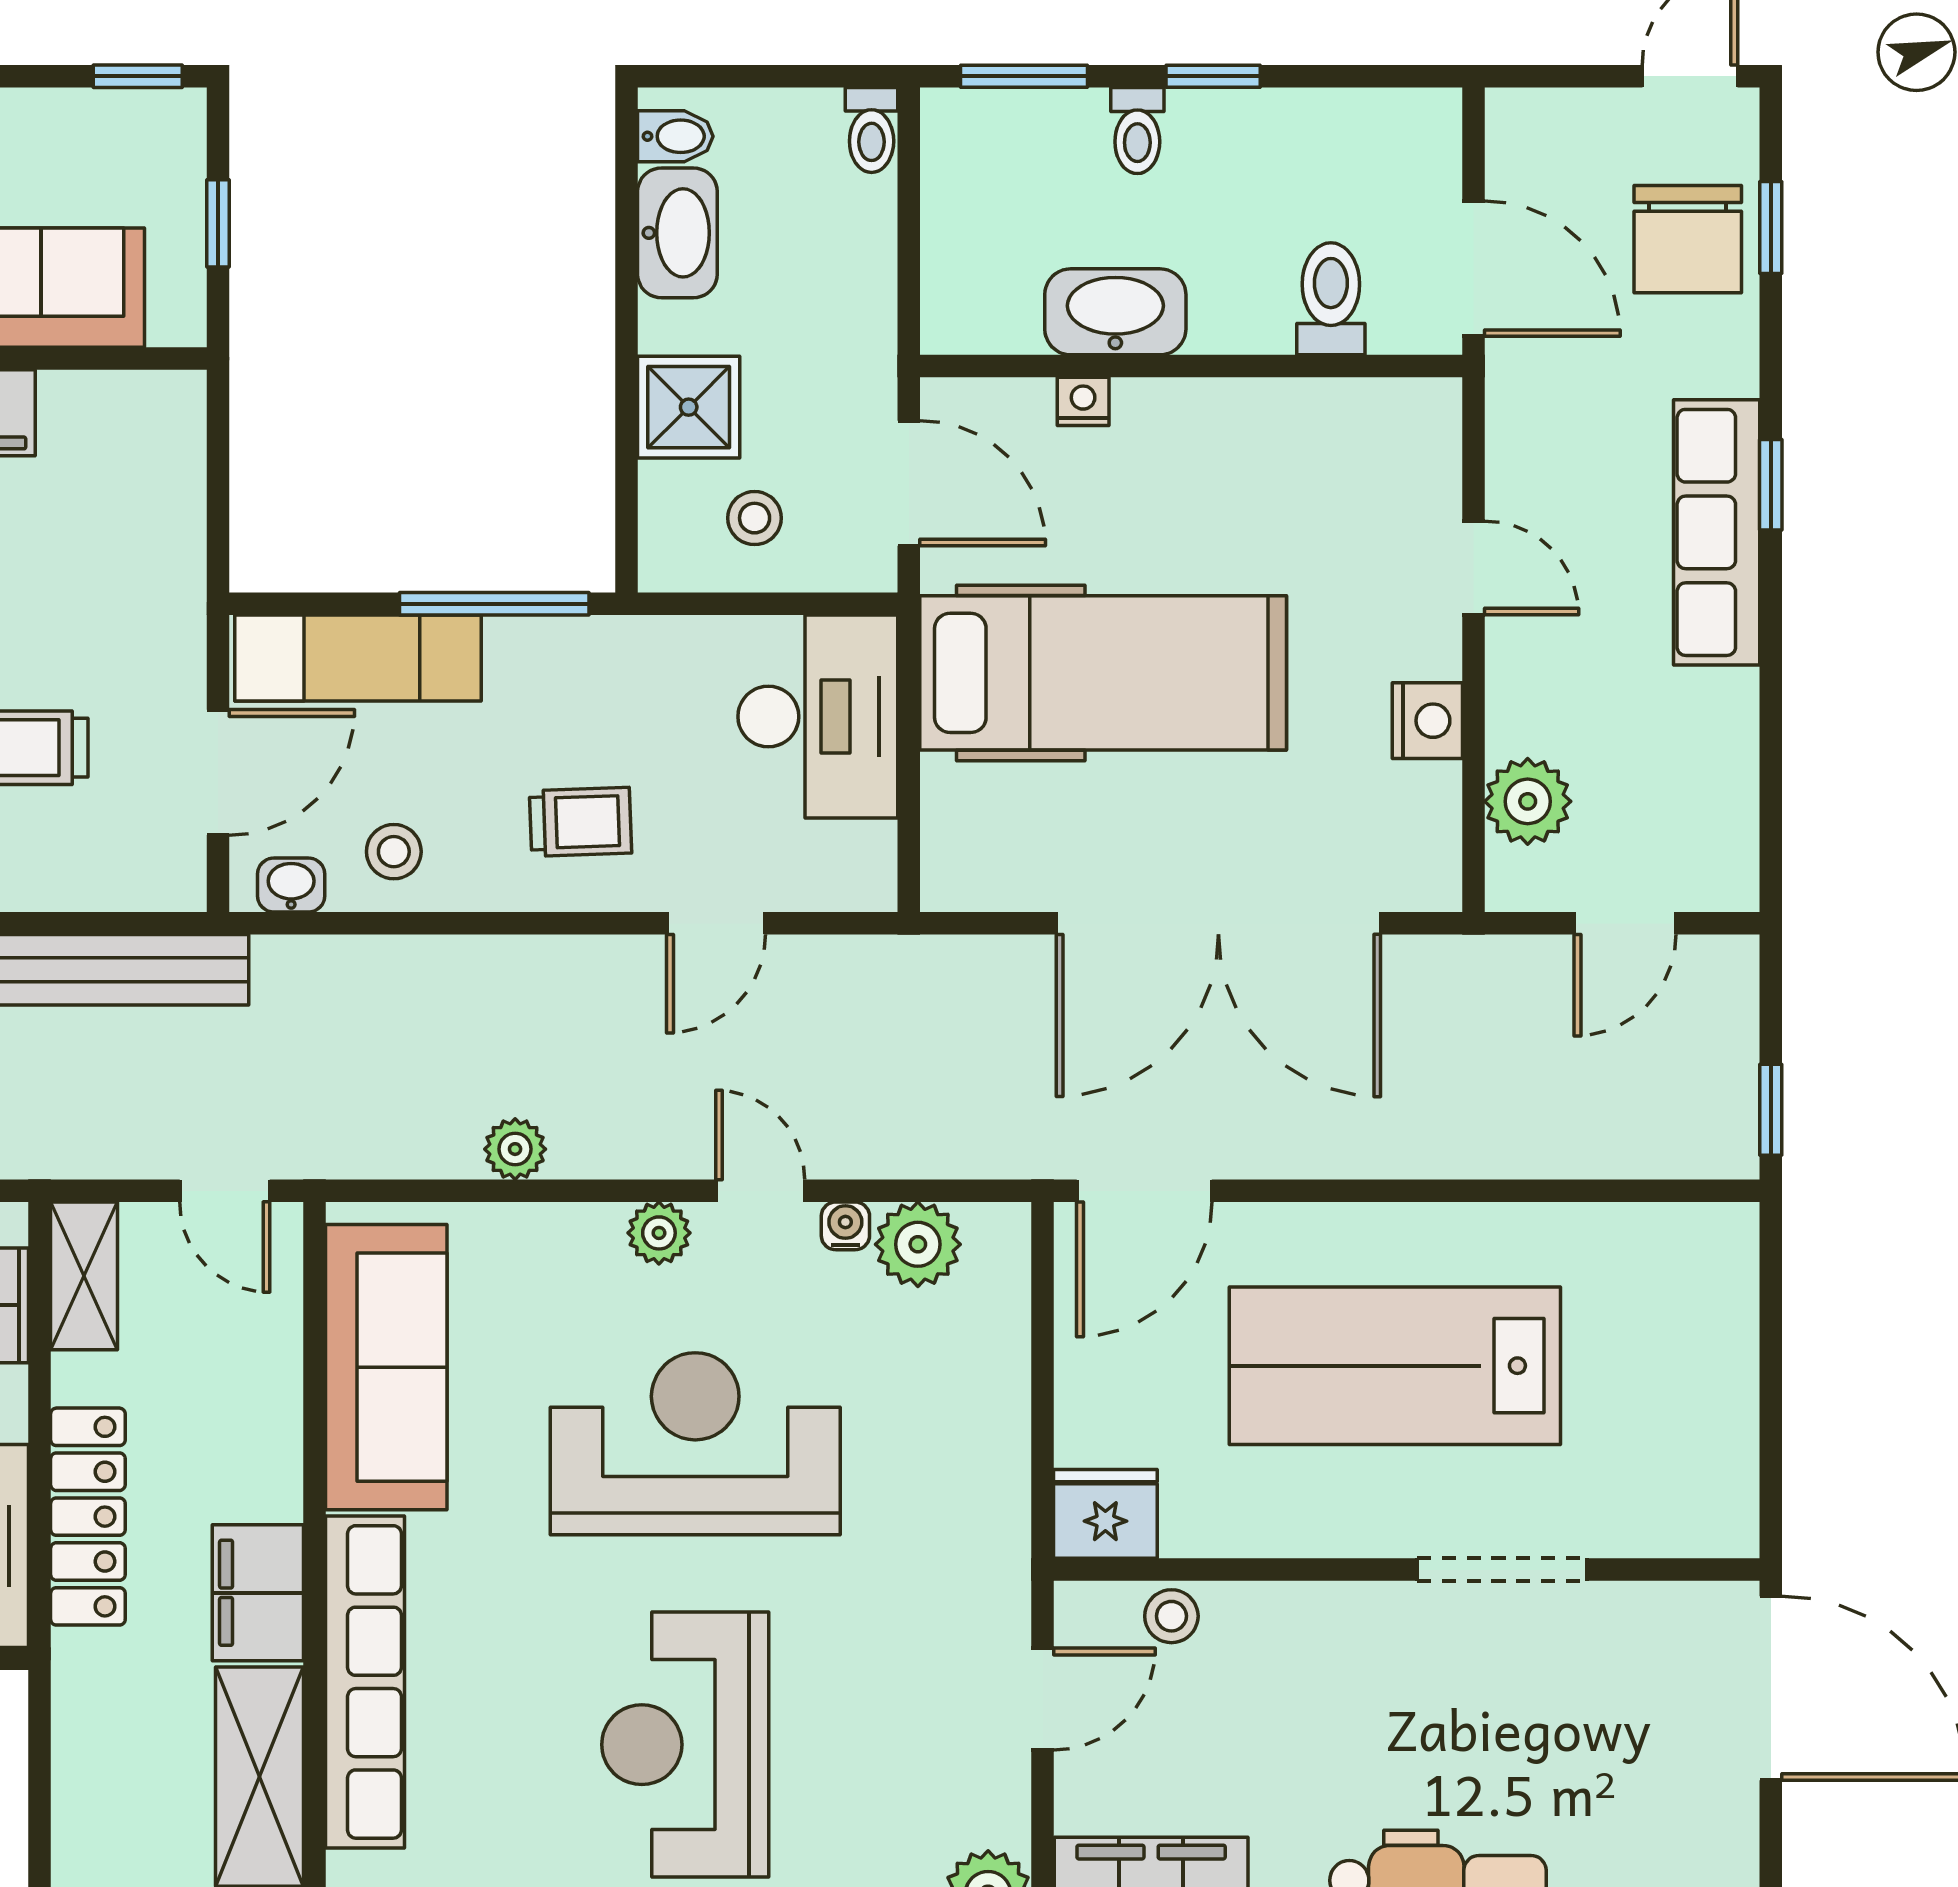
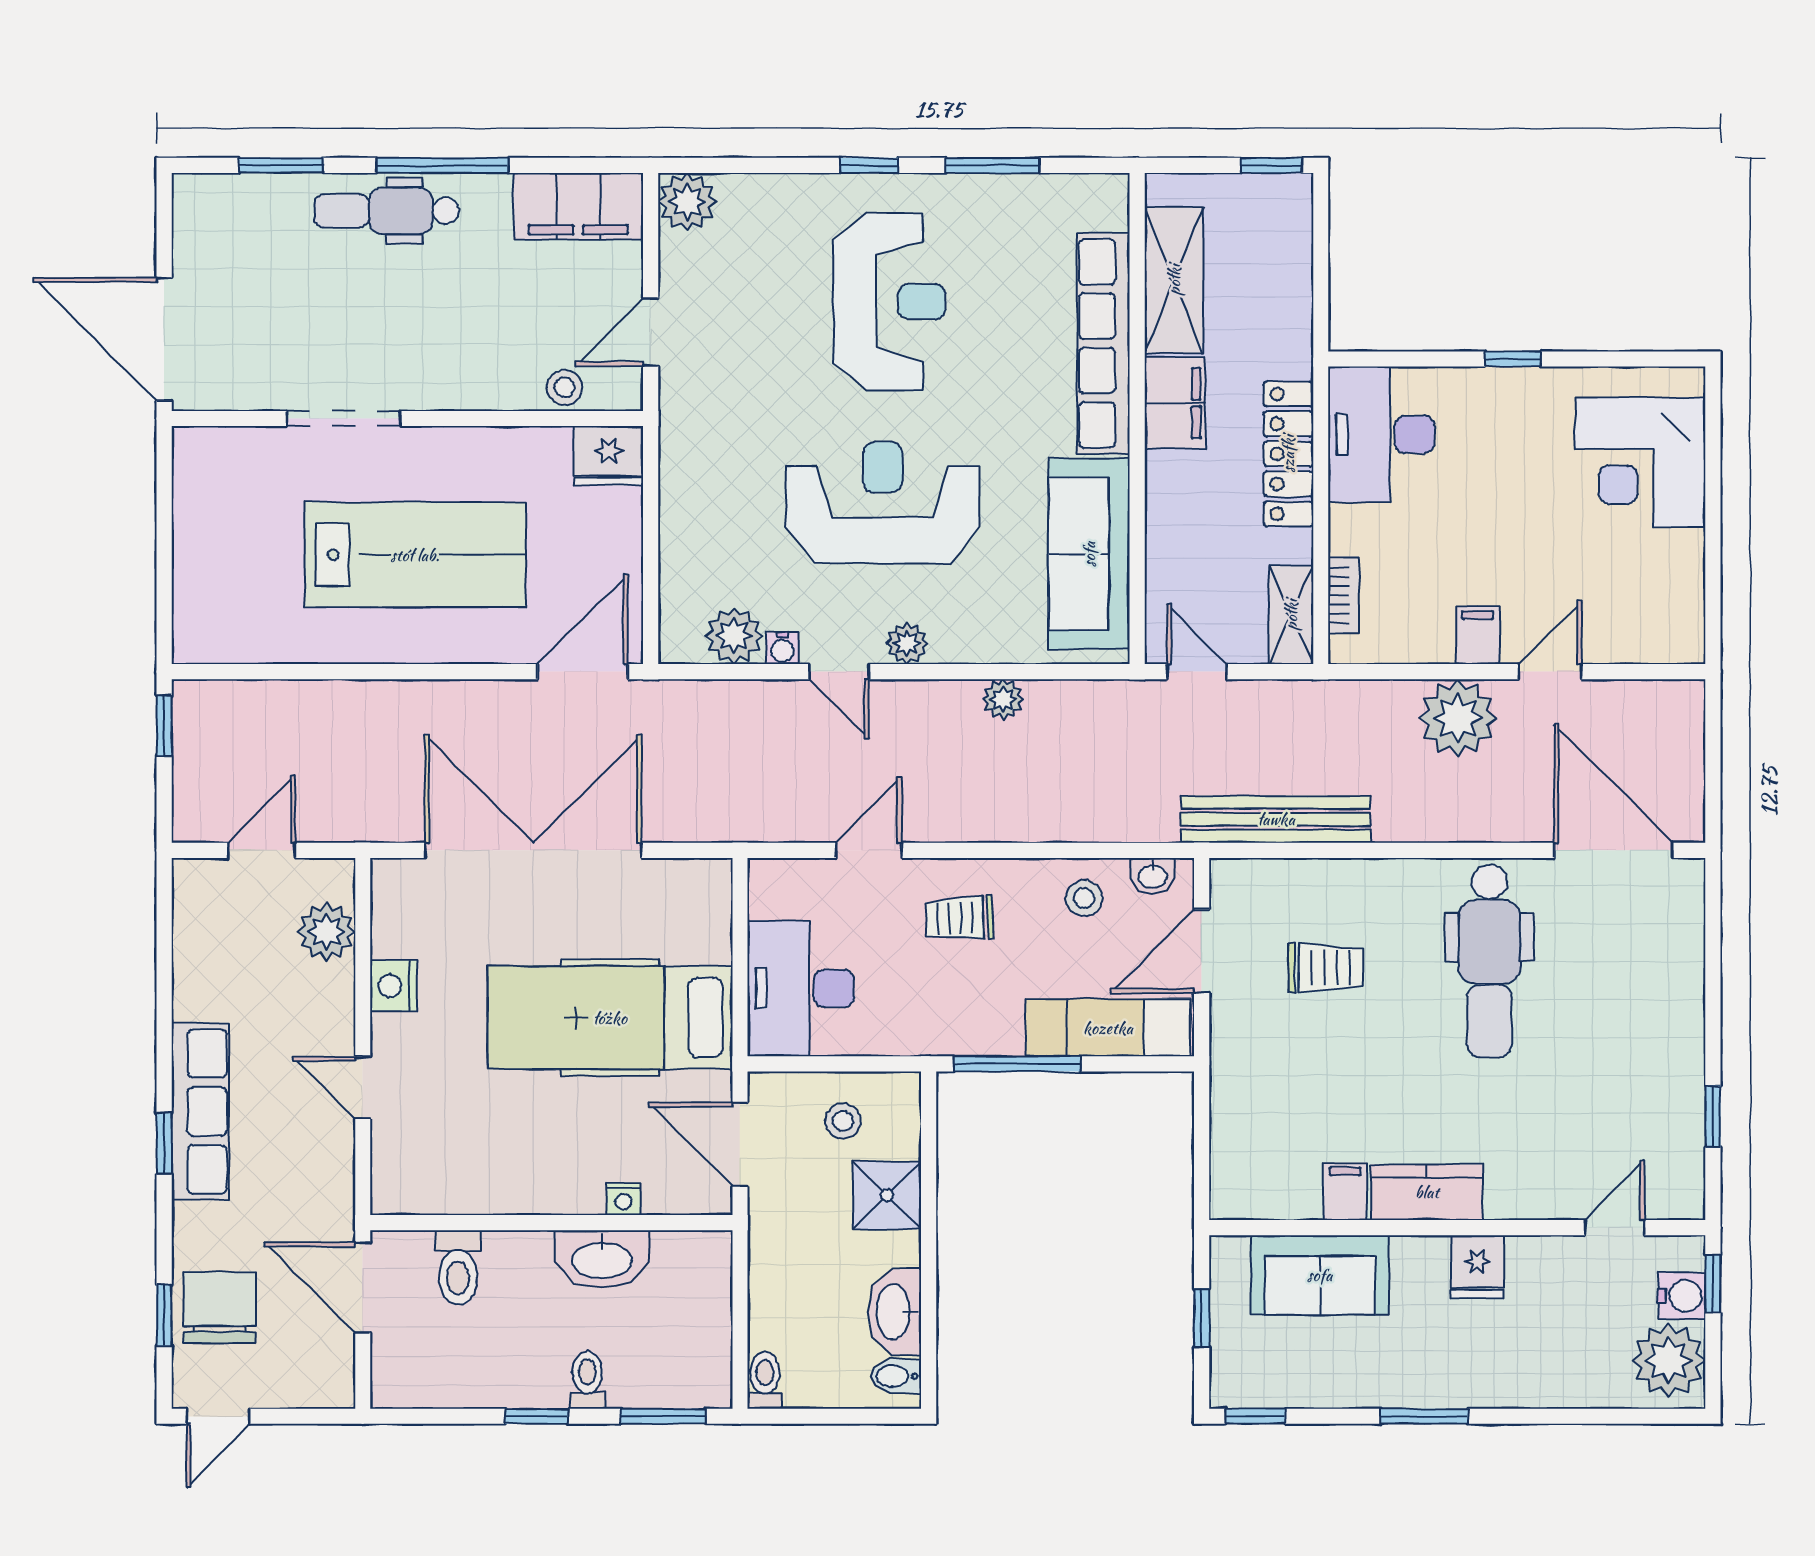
reception desk: (695, 1444) -> (883, 503), turned 180

